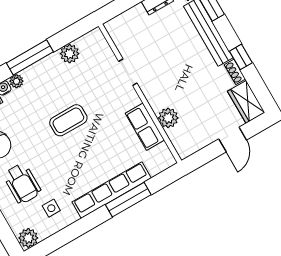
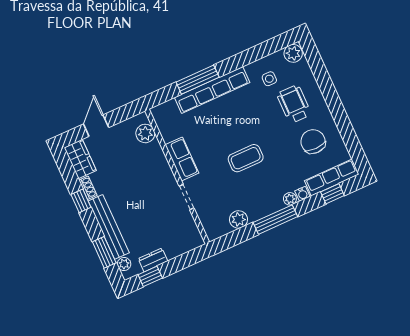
plant: (168, 118) -> (145, 133), moved
row of seats: (145, 127) -> (182, 159), moved

